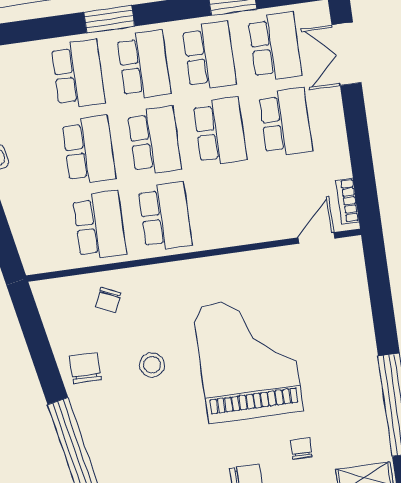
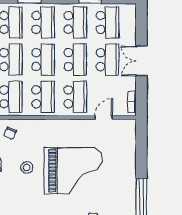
double door: (347, 54) -> (141, 61), moved
school desk: (231, 207) -> (75, 97), added
door: (316, 238) -> (104, 117), moved
grand piano: (248, 358) -> (73, 171), turned 90

